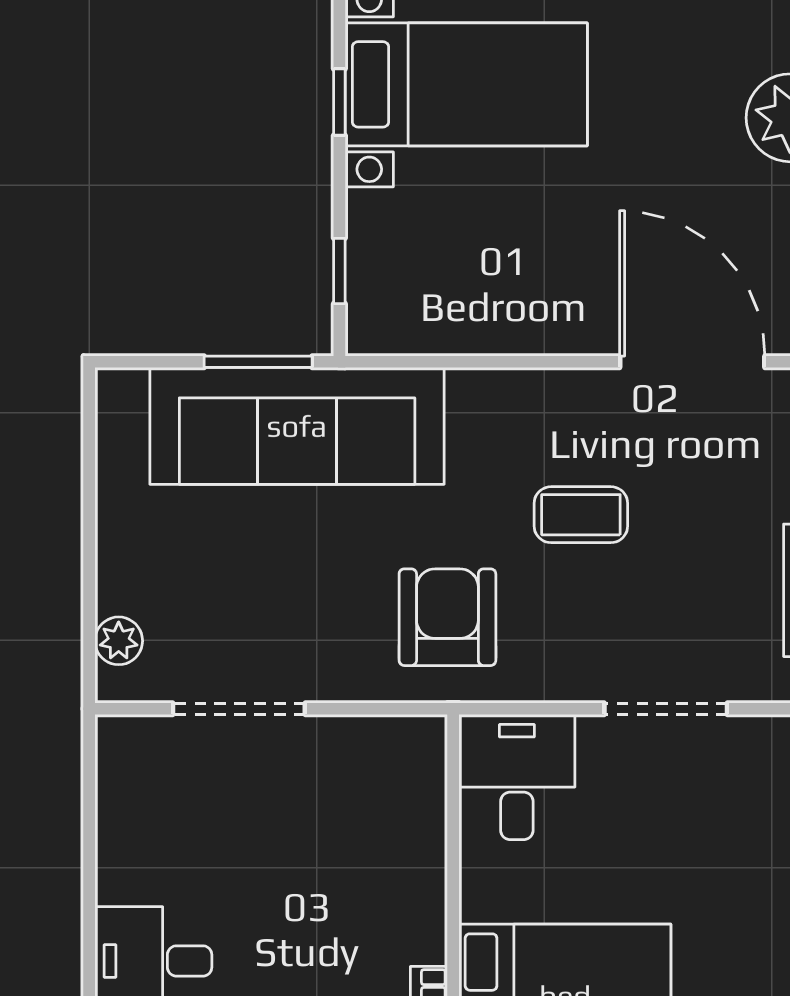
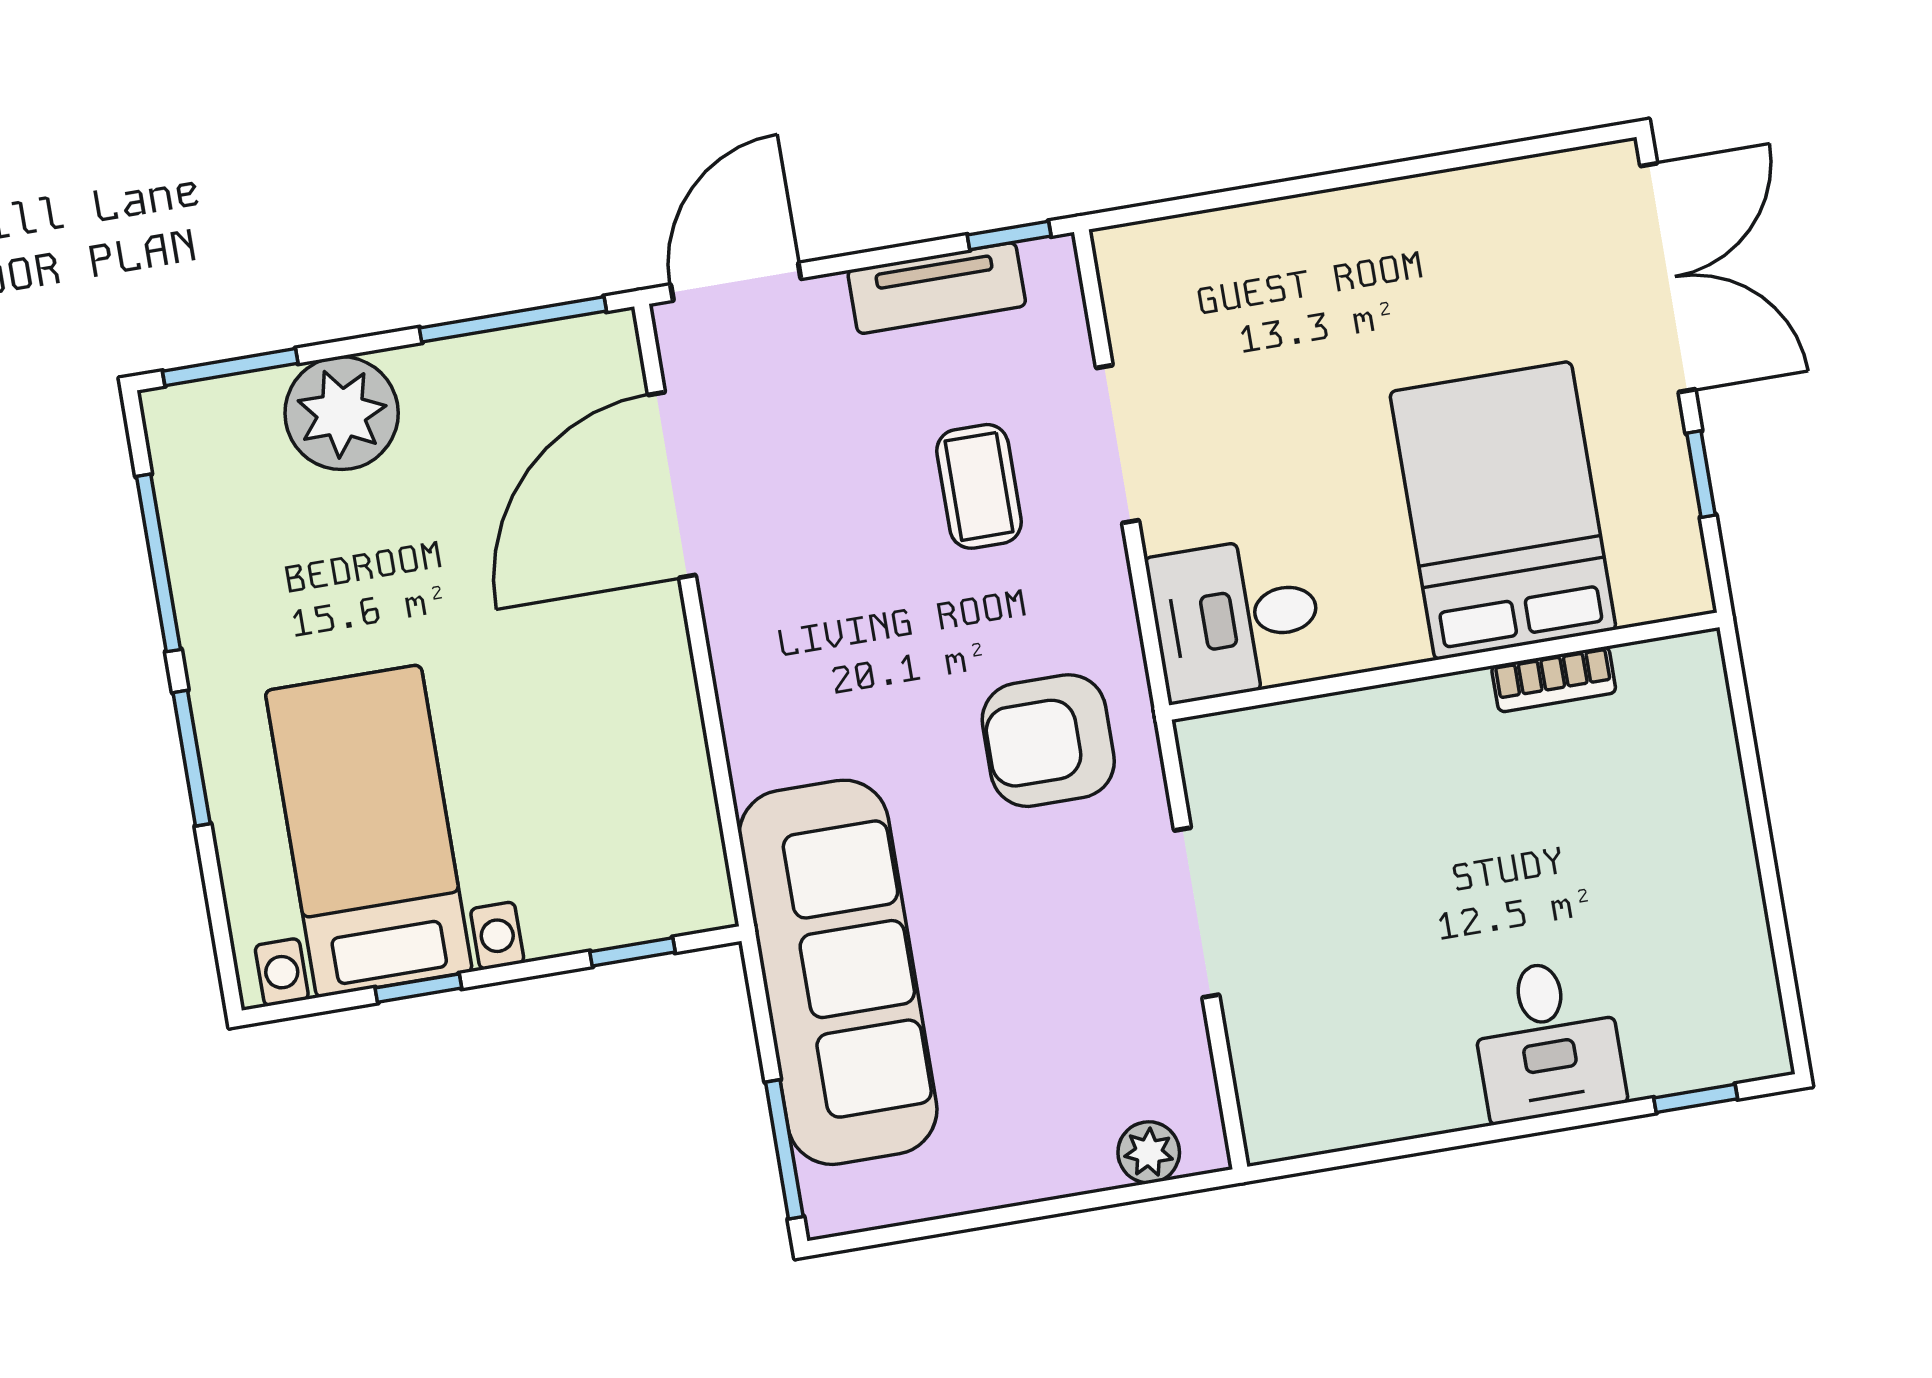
window: (258, 362) -> (784, 1149), moved
coffee table: (581, 515) -> (979, 486), moved
doorway: (239, 709) -> (1197, 913), moved

